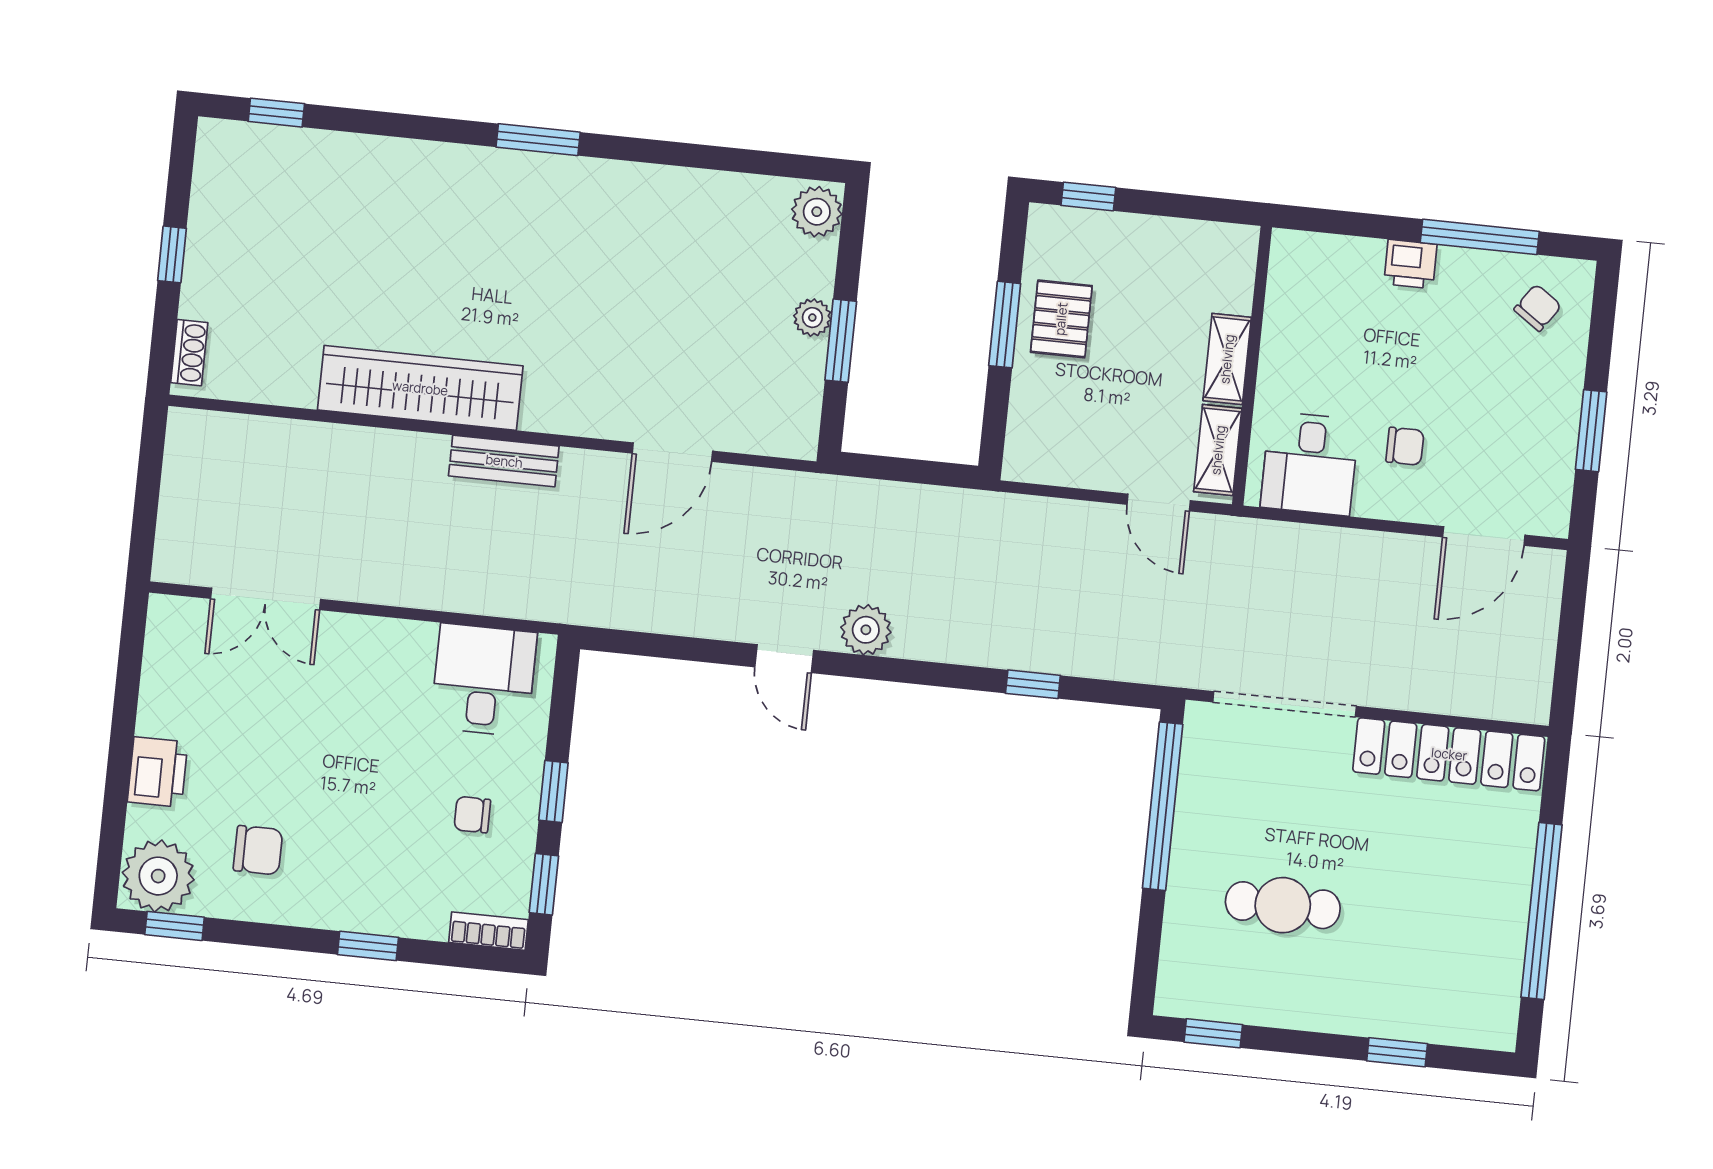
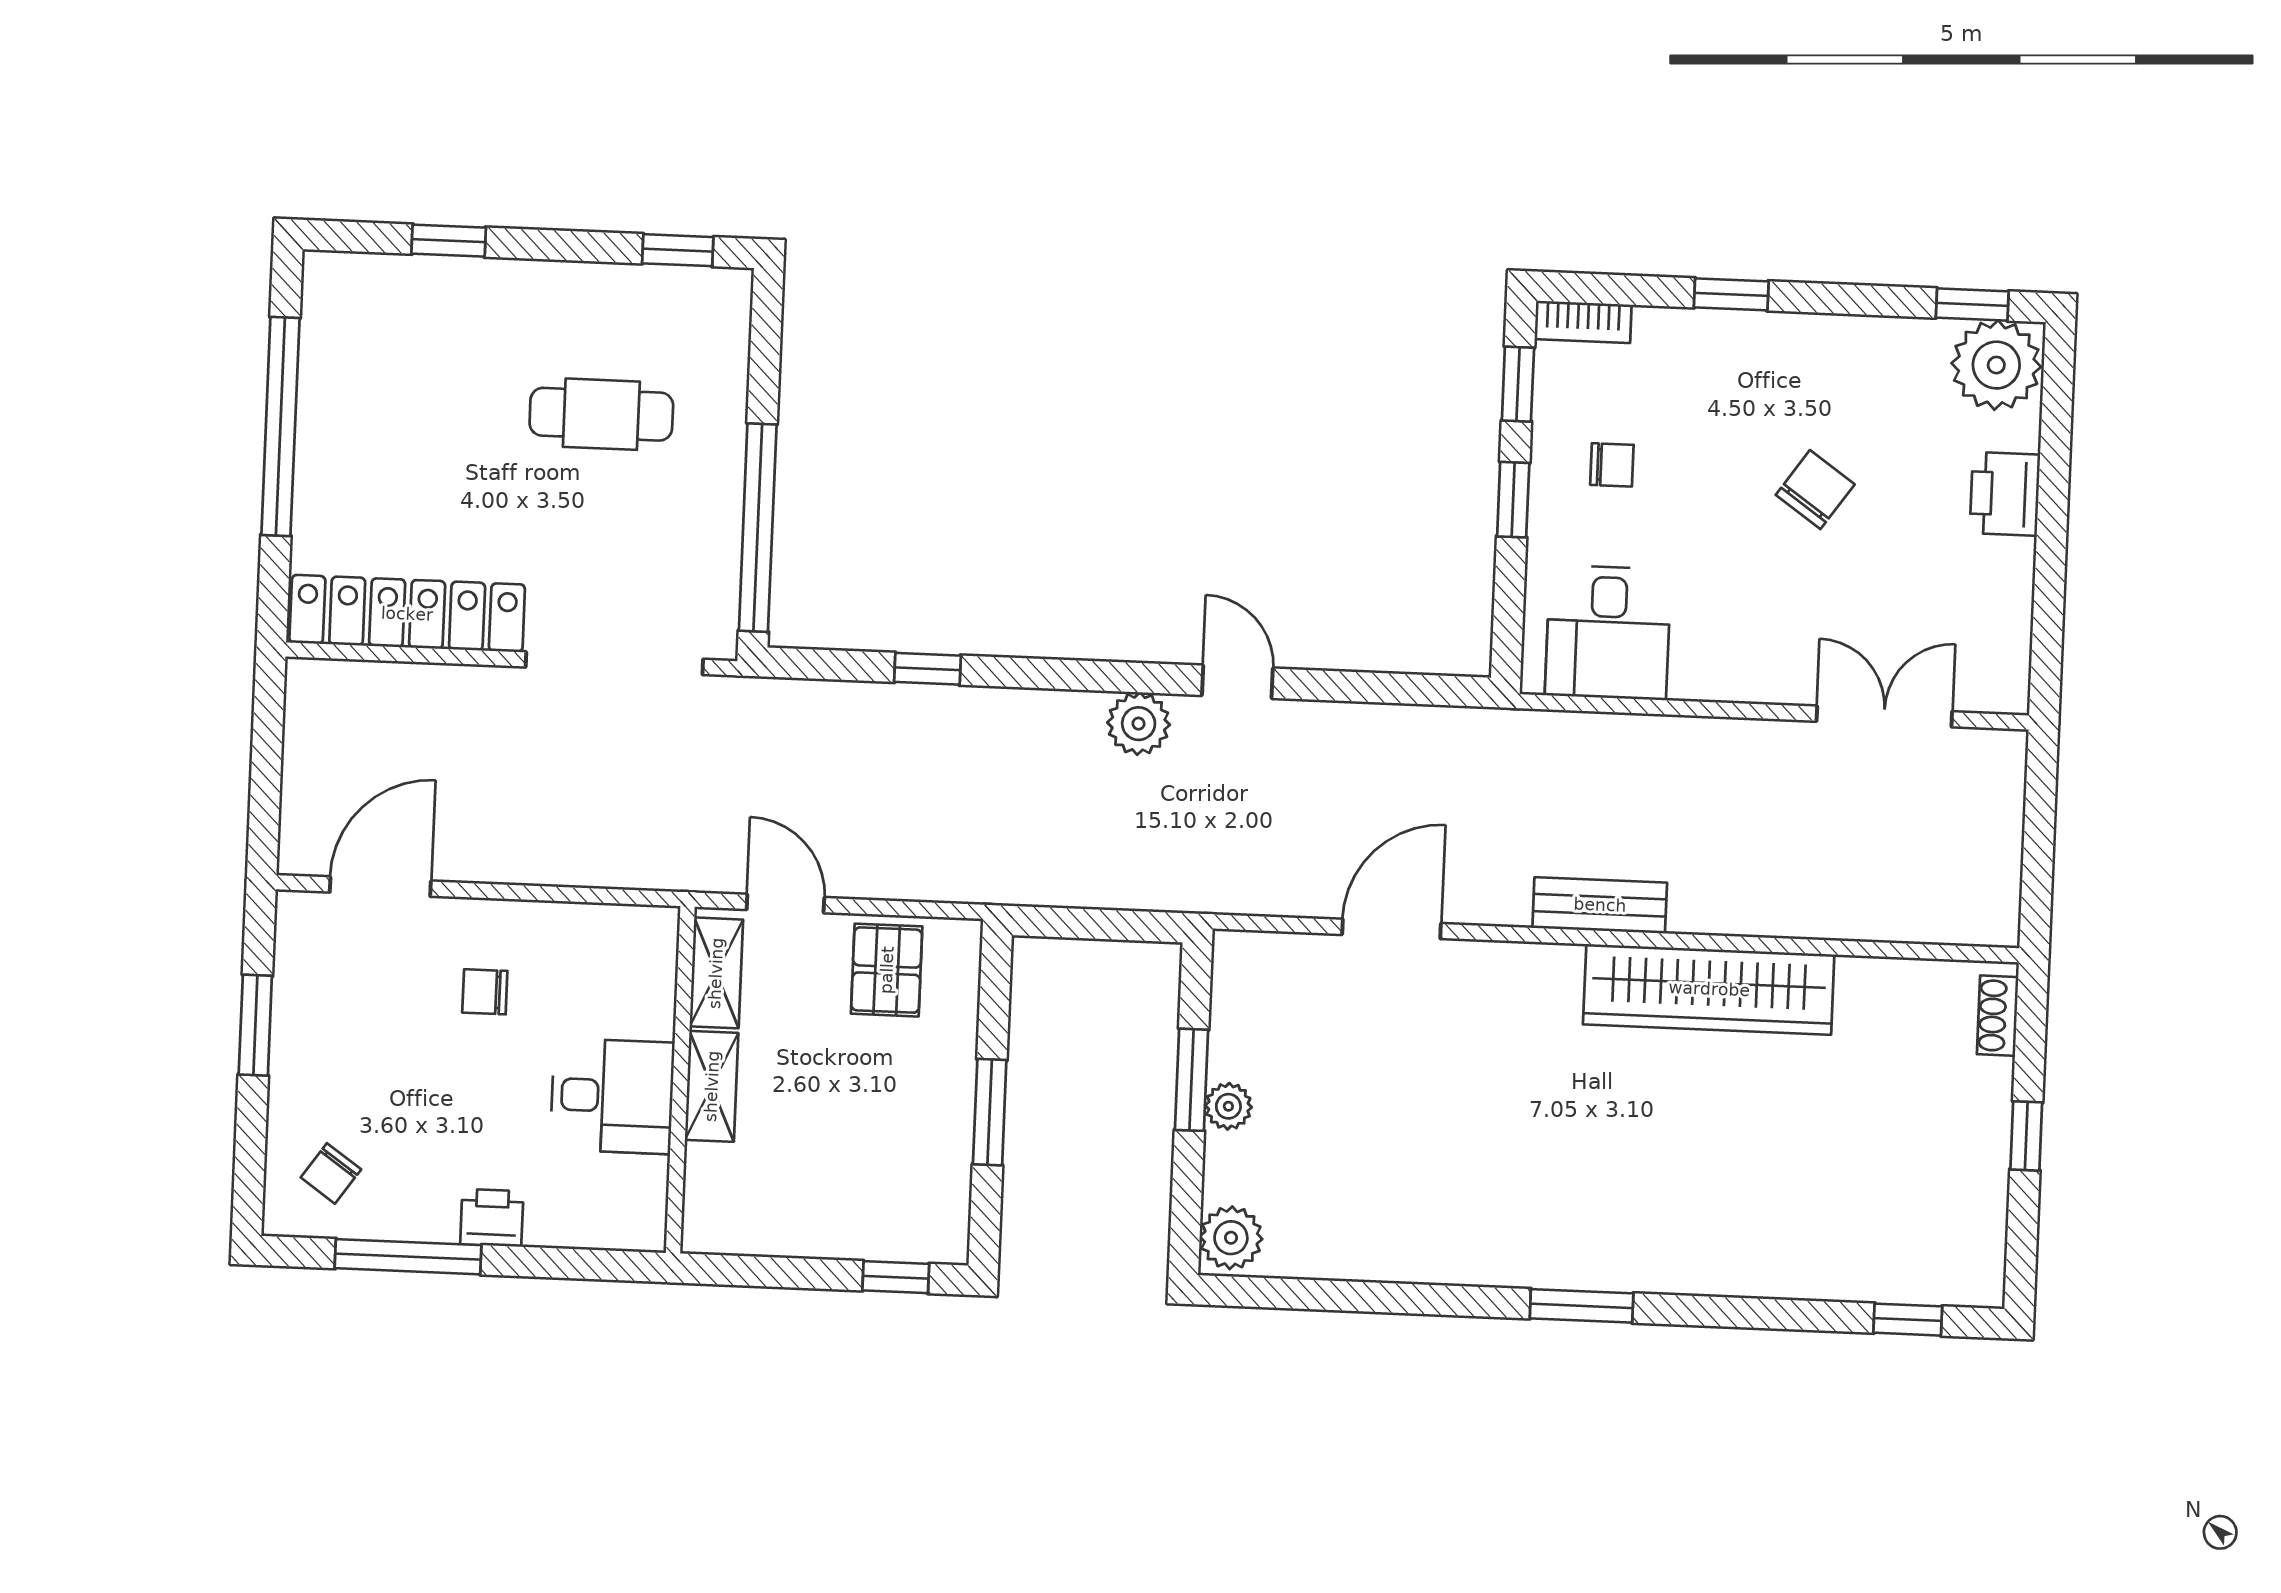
pallet: (1061, 319) -> (887, 970), moved
desk: (1310, 464) -> (612, 1096), moved, turned 90
chair: (258, 850) -> (1815, 490), moved, turned 125

